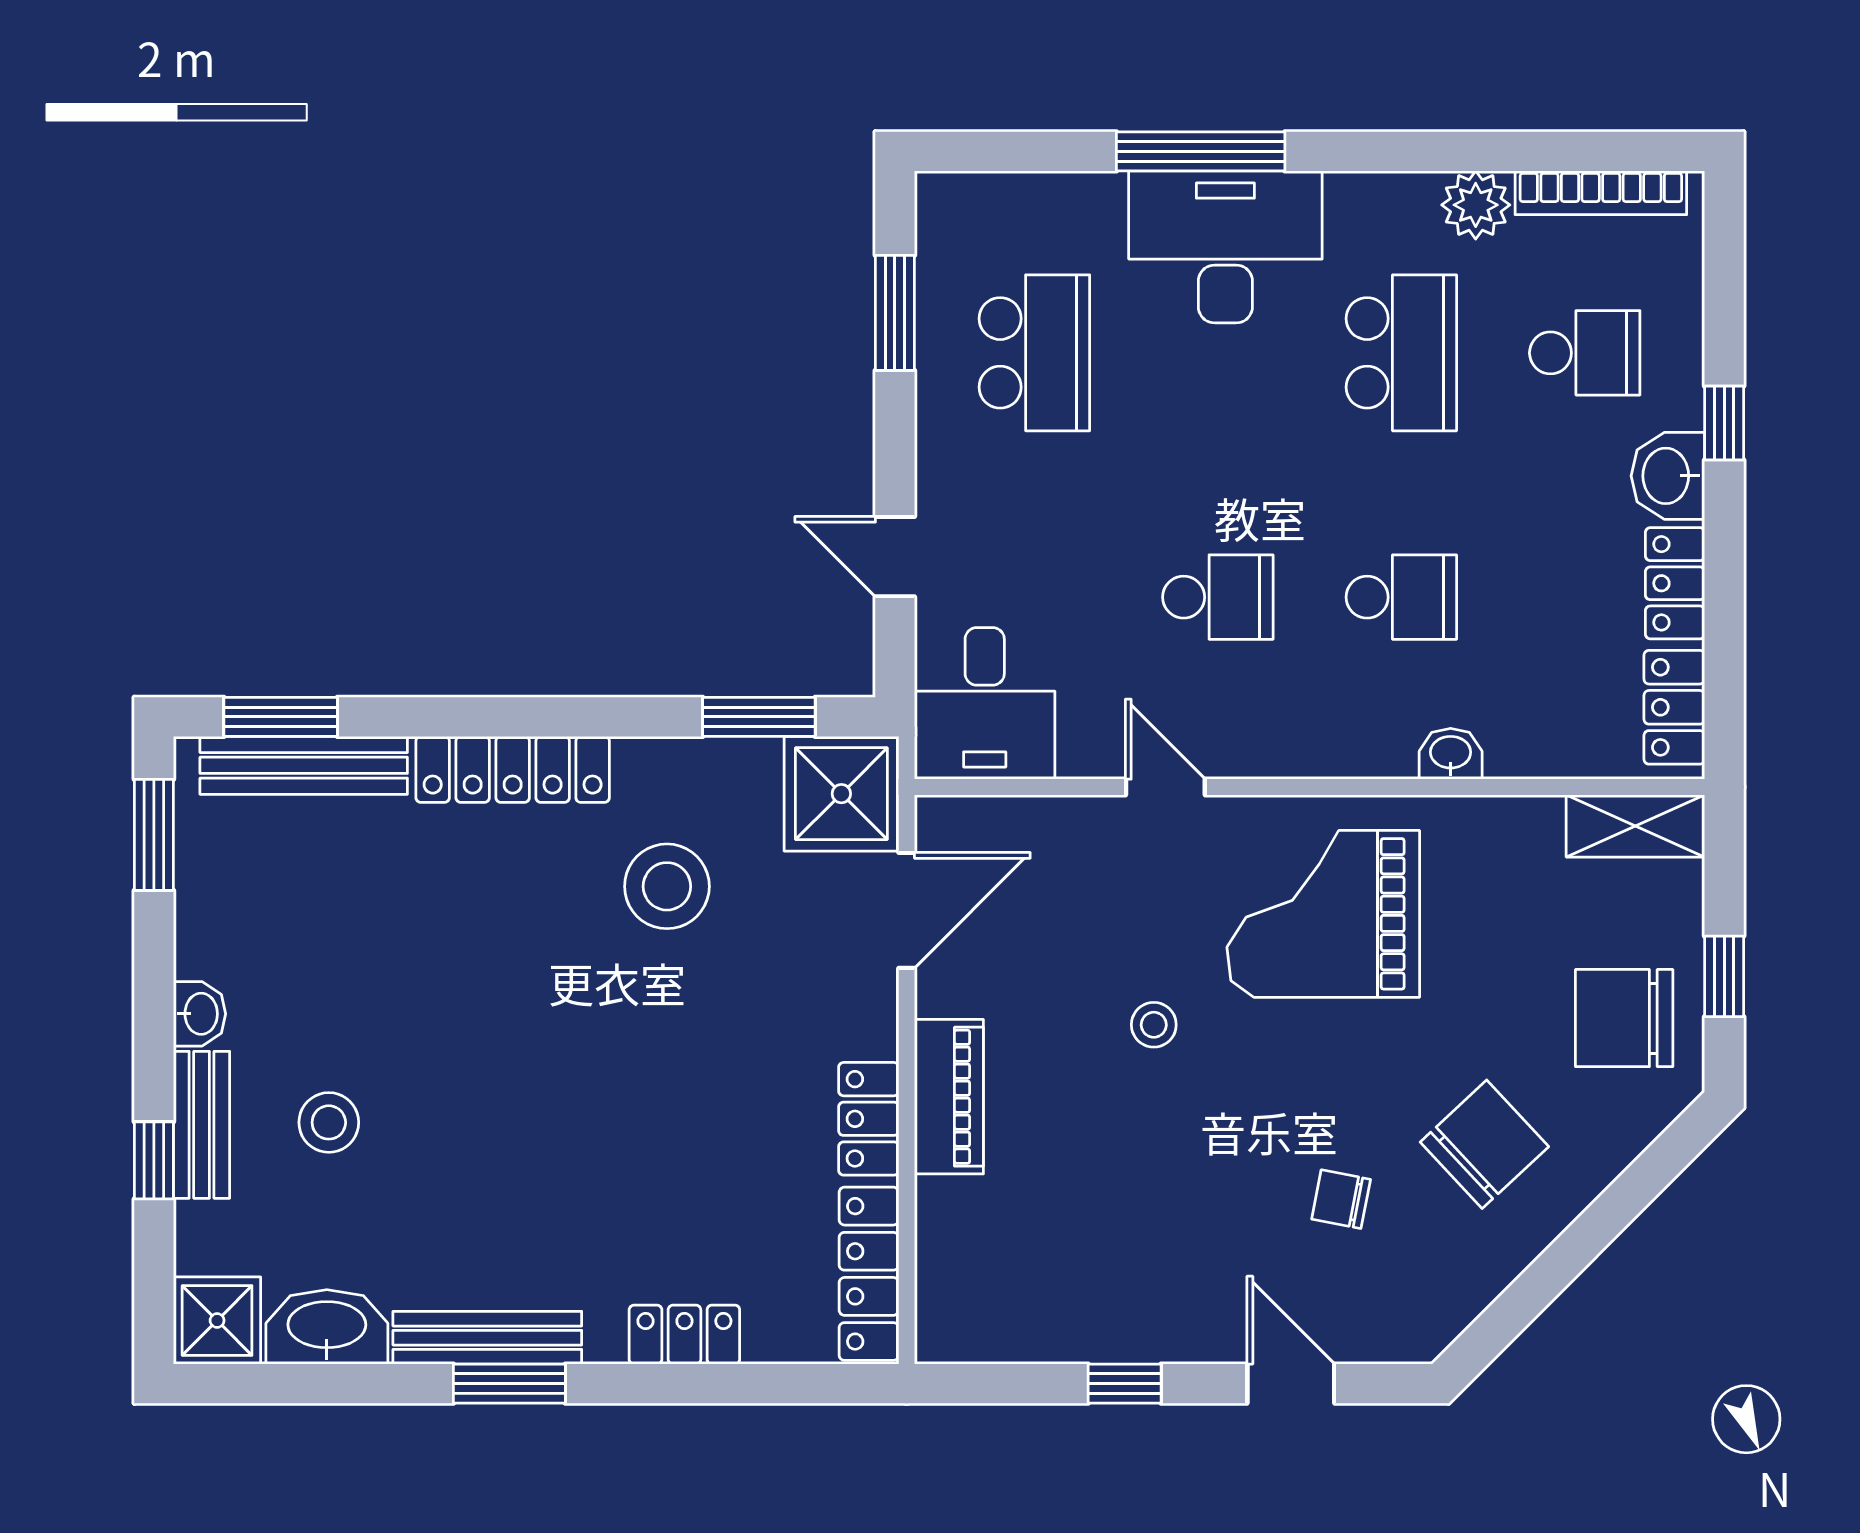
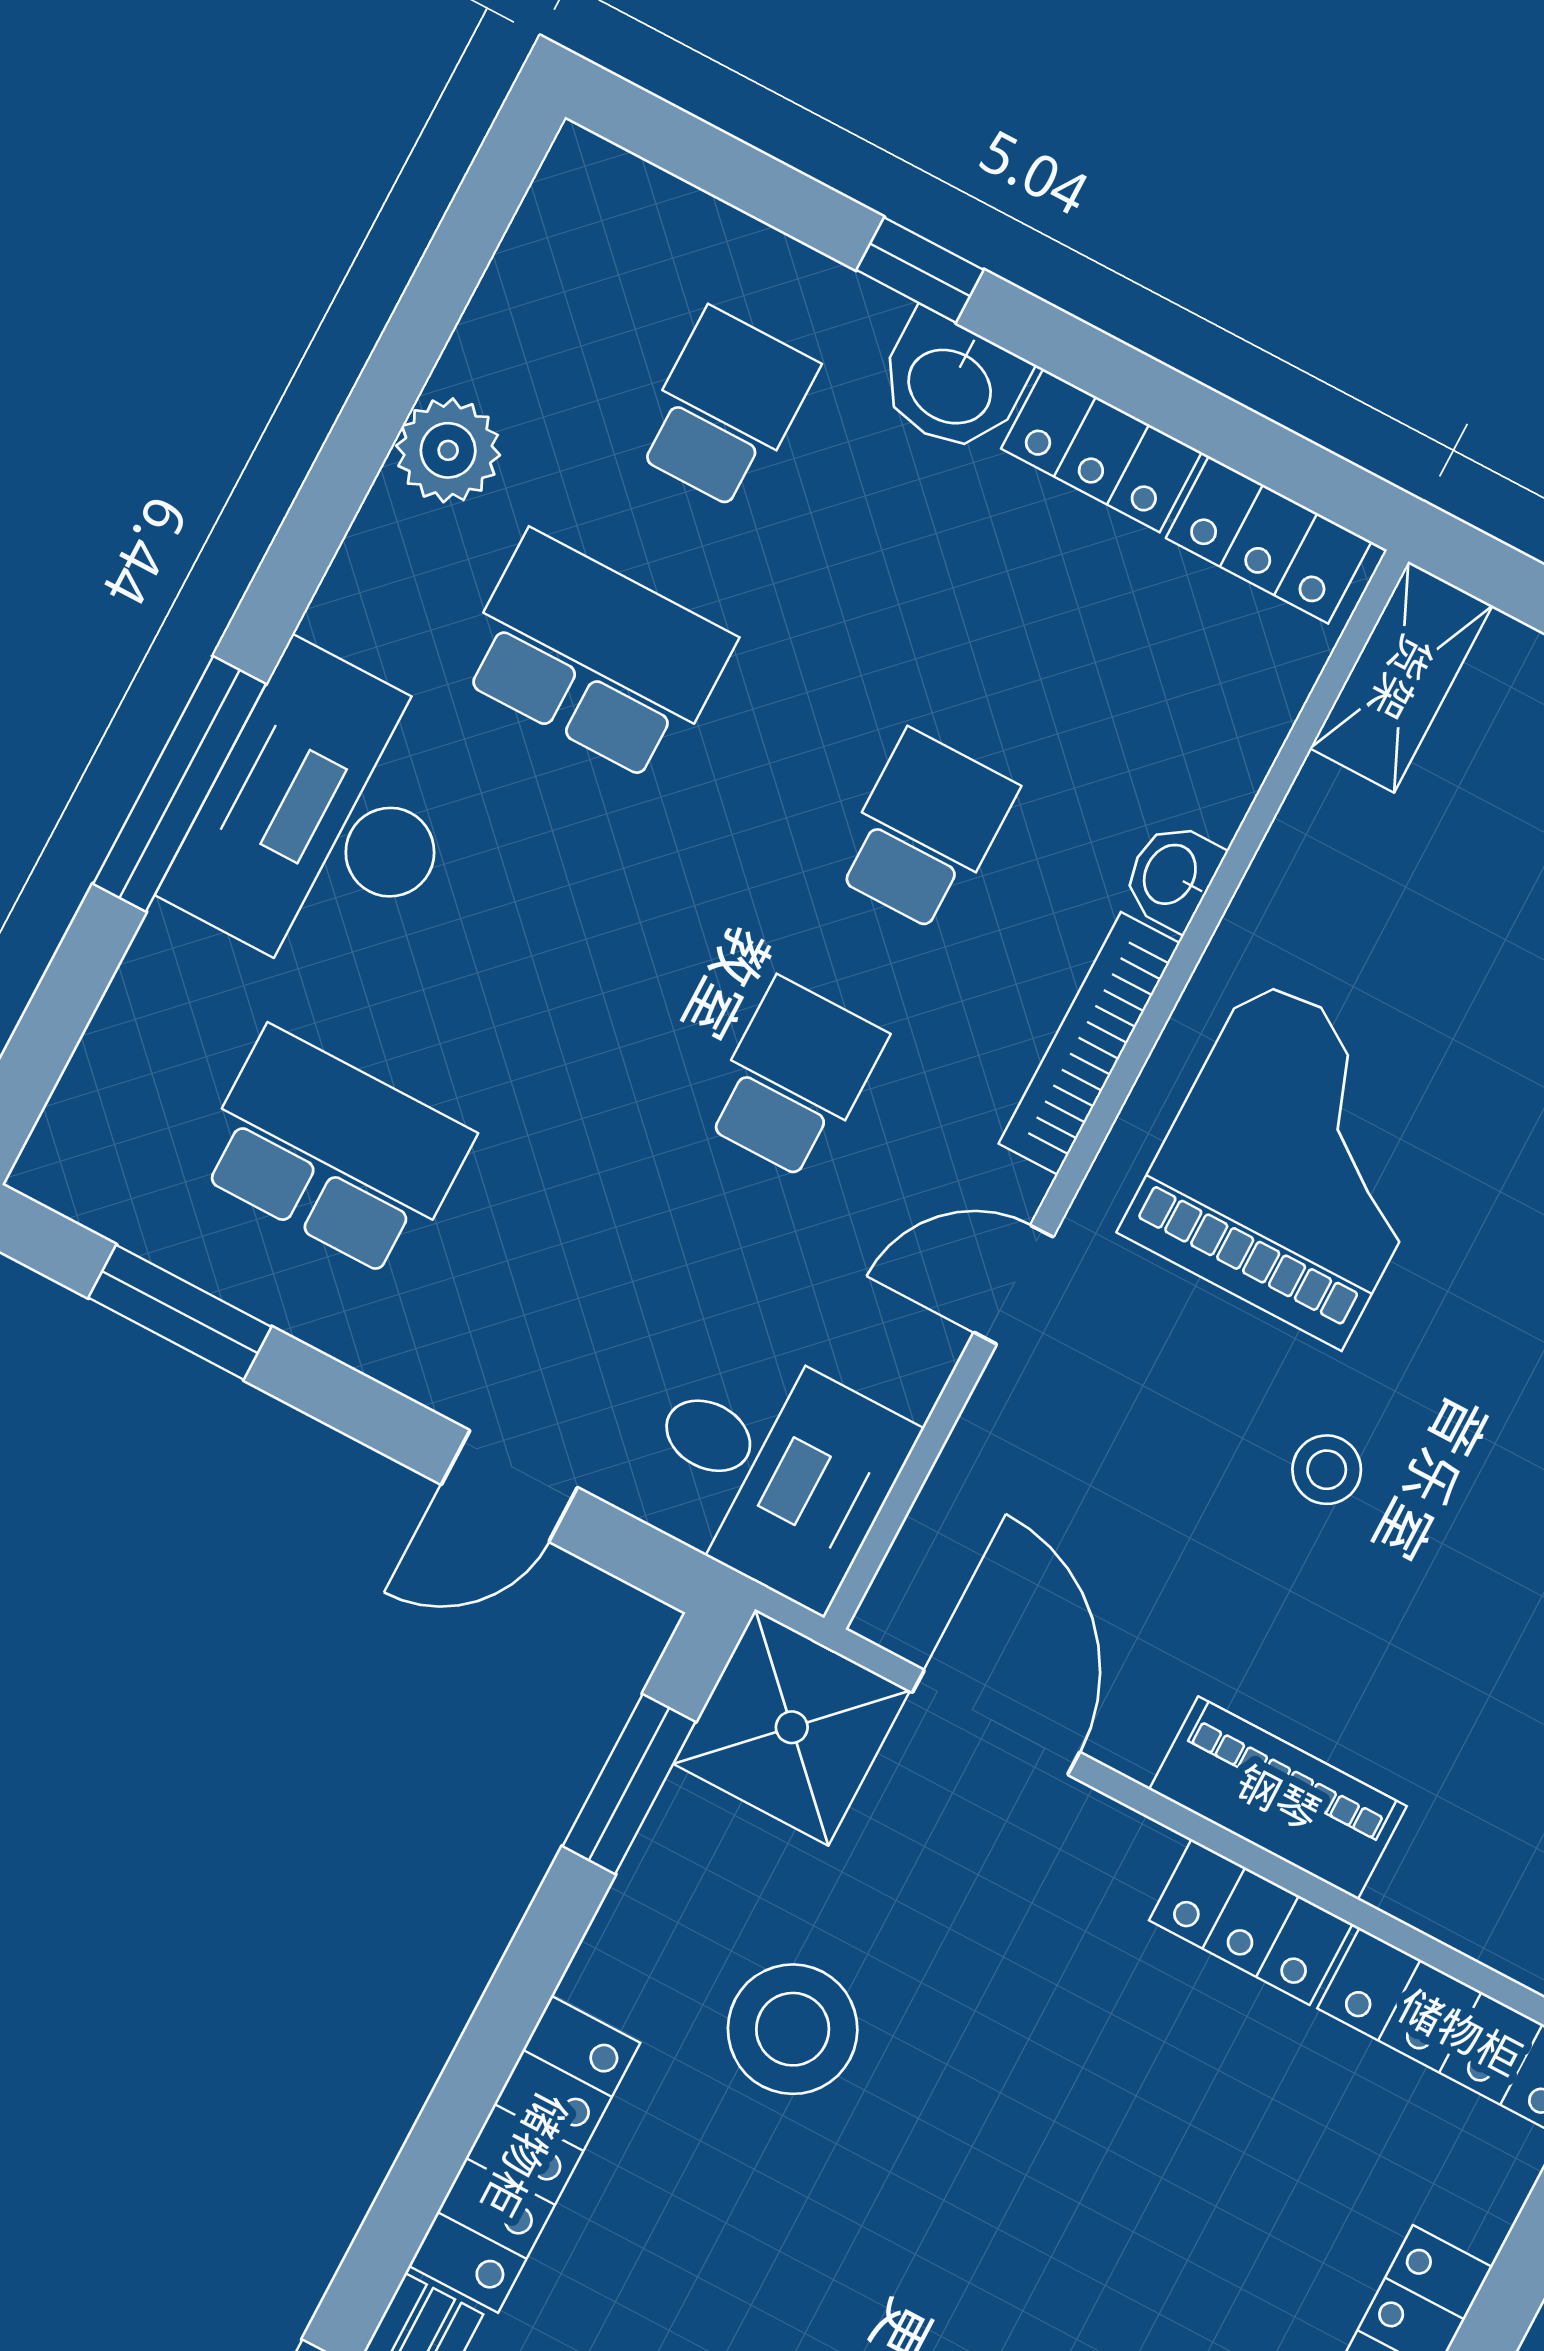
bookcase: (1601, 193) -> (1089, 1043), moved, turned 180
grand piano: (1323, 914) -> (1298, 1162), turned 180

